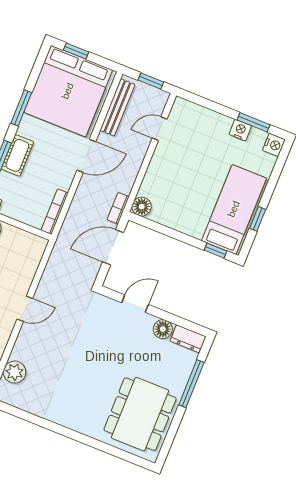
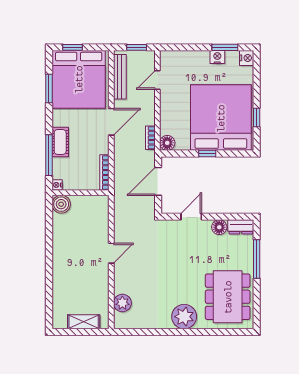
window: (21, 108) -> (49, 88), moved
bookcase: (118, 208) -> (150, 138), moved
bed: (234, 209) -> (221, 118), width x2.04
window: (216, 251) -> (207, 154), moved
plant: (80, 417) -> (184, 317), added

